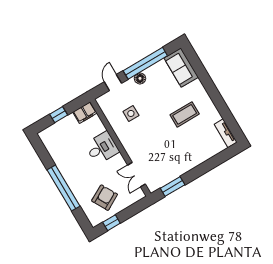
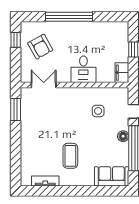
tv unit: (226, 133) -> (45, 181), moved

